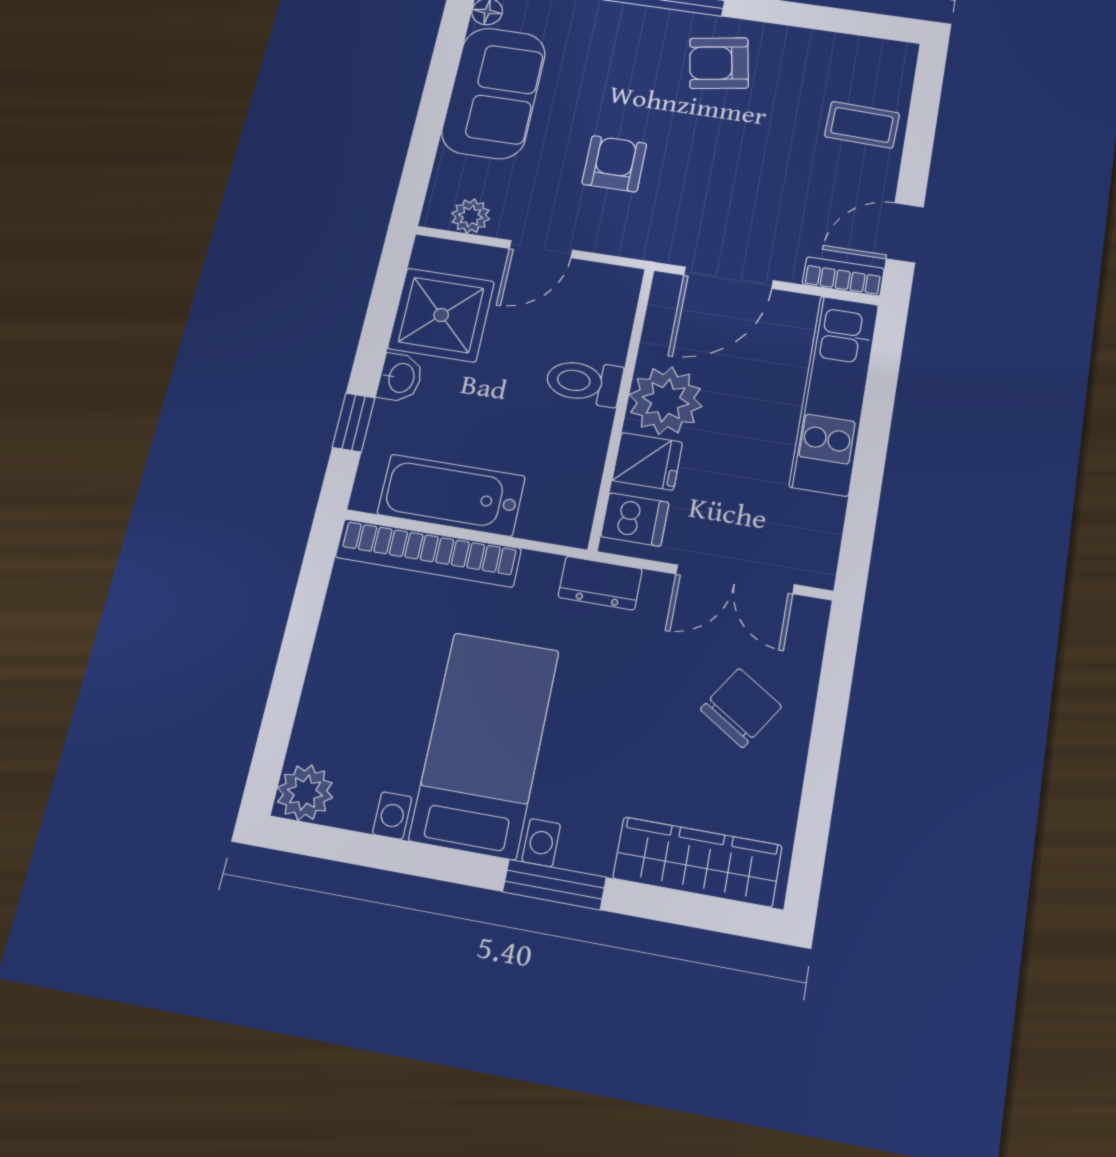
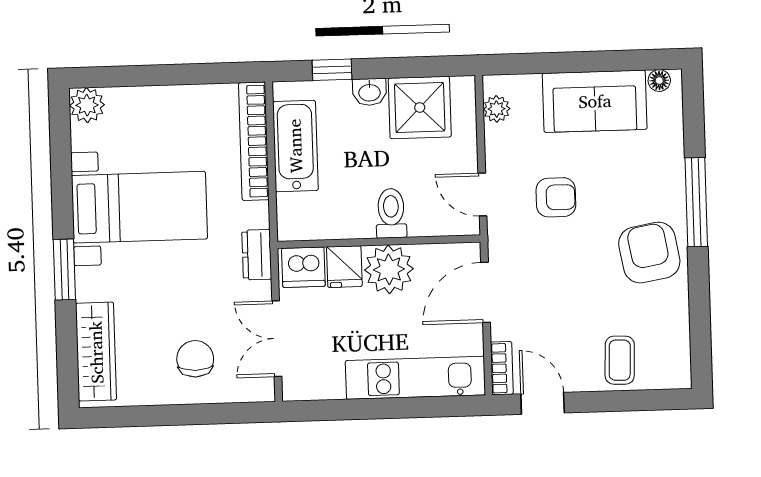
armchair: (719, 63) -> (649, 253), width x1.38, depth x1.38
door: (541, 249) -> (482, 195), moved
door: (728, 278) -> (485, 292), hinge flipped
dishwasher: (635, 519) -> (303, 267), width x1.38
chair: (741, 708) -> (195, 359), turned -123

